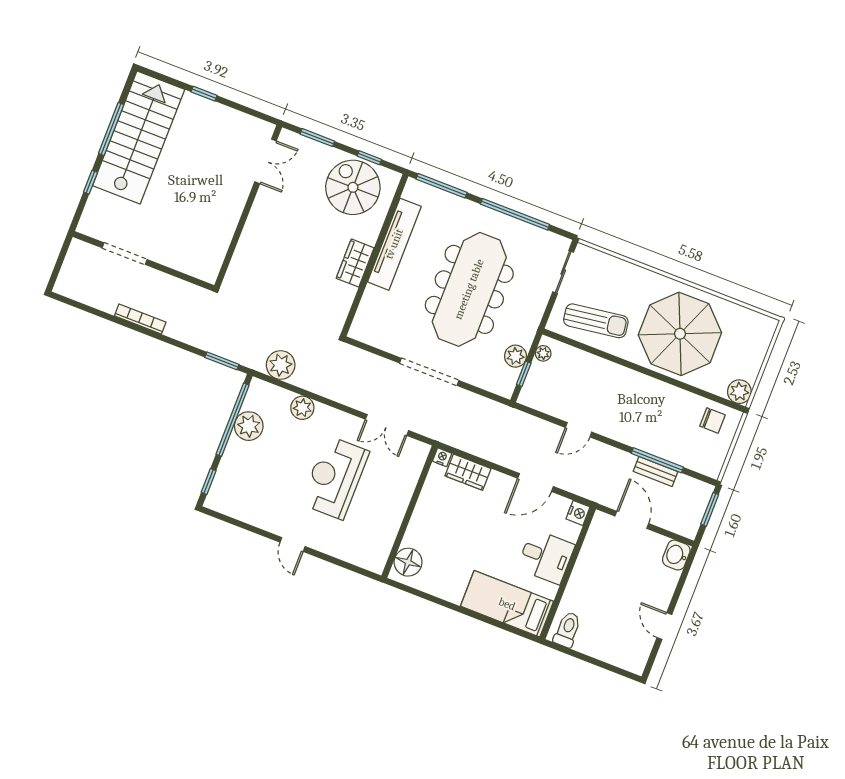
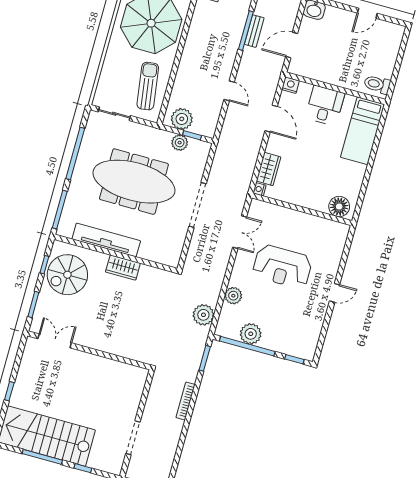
bookcase: (140, 319) -> (186, 401), moved
plant: (543, 353) -> (182, 119), width x1.87, depth x1.87

